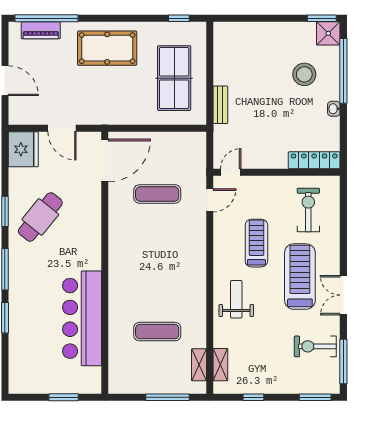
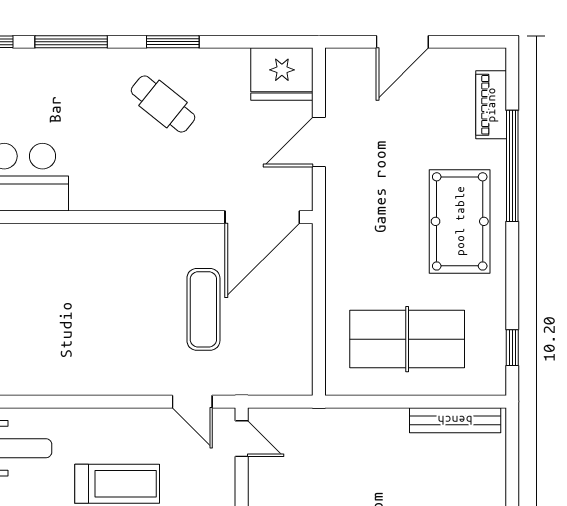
window: (47, 18) -> (512, 166), moved
bench: (220, 105) -> (455, 420), moved, width x1.36
door: (105, 160) -> (262, 217), hinge flipped
cafe table: (40, 217) -> (163, 104), width x0.73, depth x0.74

